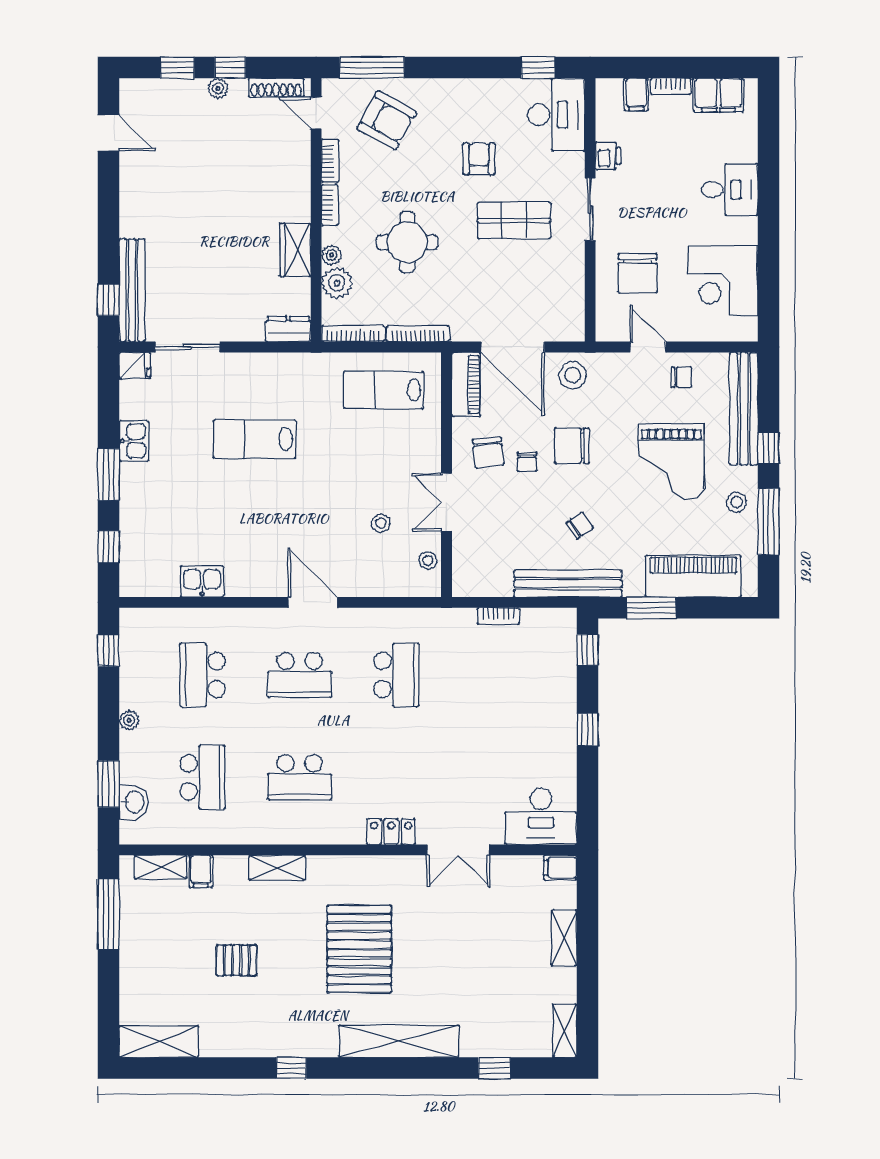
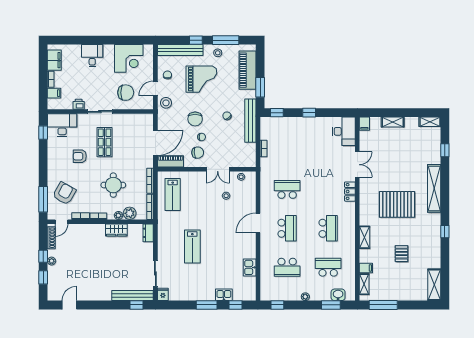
stool: (573, 375) -> (166, 103), moved
kitchen sink: (134, 441) -> (224, 295), moved

